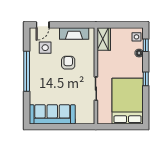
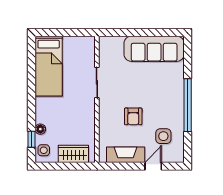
door: (43, 25) -> (153, 166), moved
wardrobe: (104, 39) -> (73, 154), moved, turned 90
window: (146, 79) -> (32, 95), removed
bed: (128, 101) -> (49, 66), width x0.67

